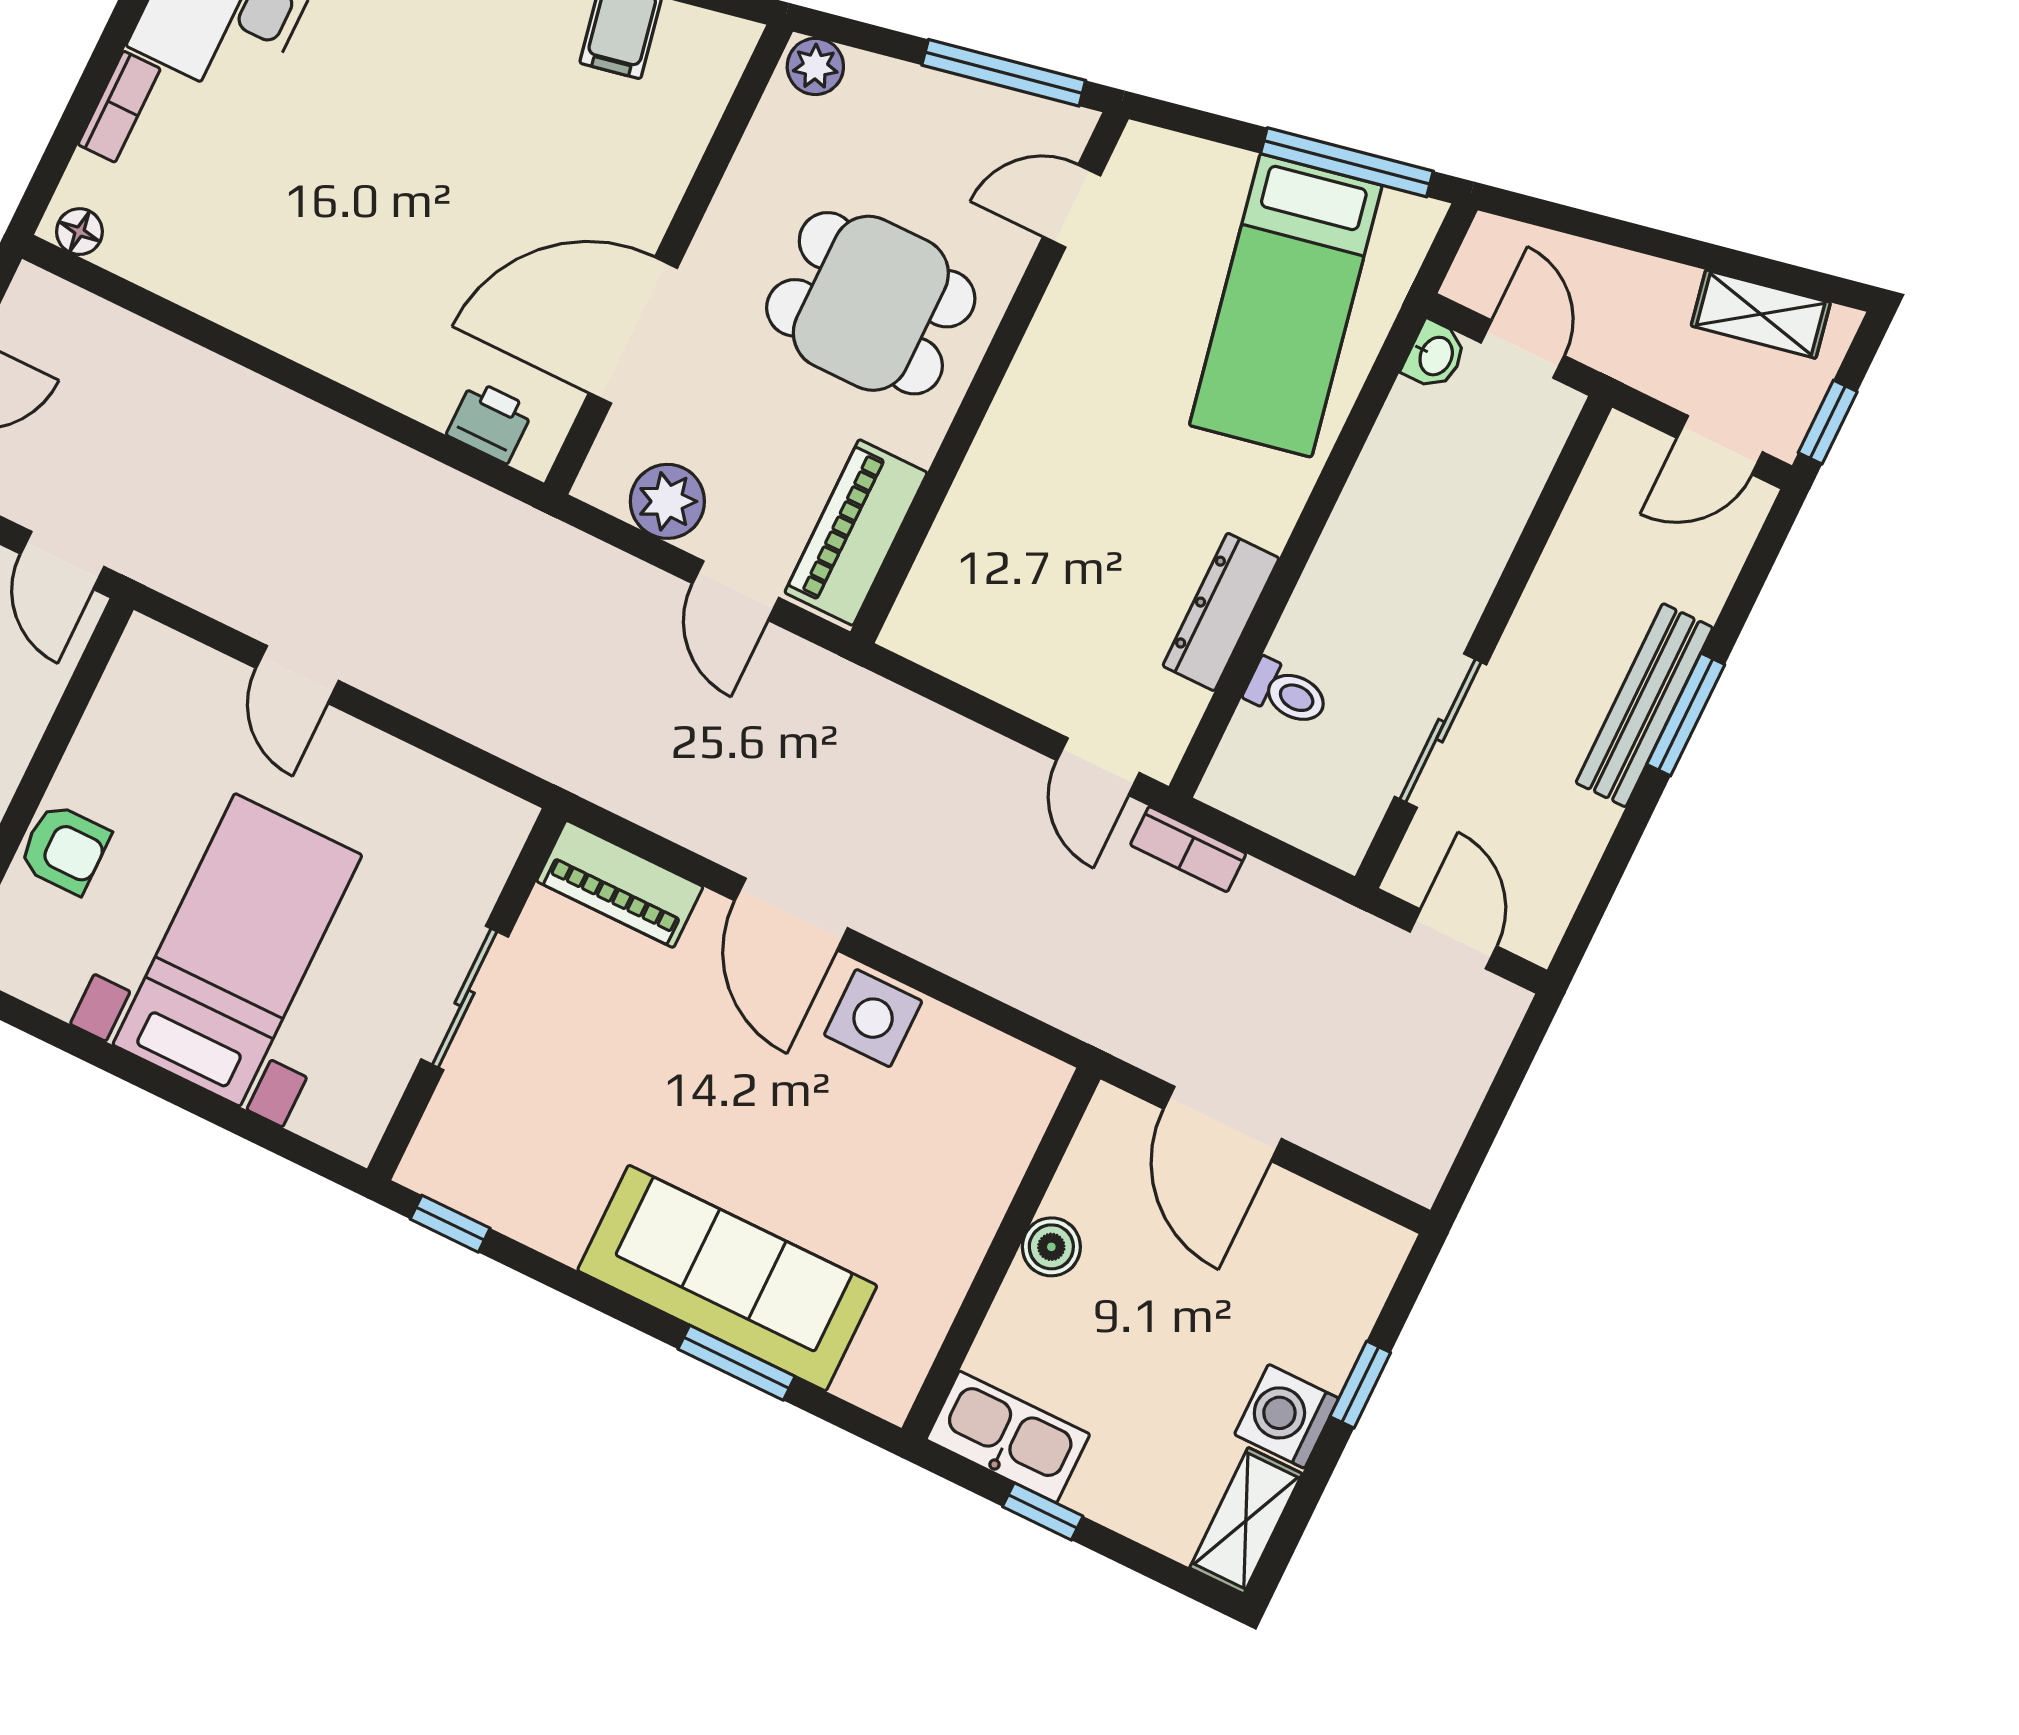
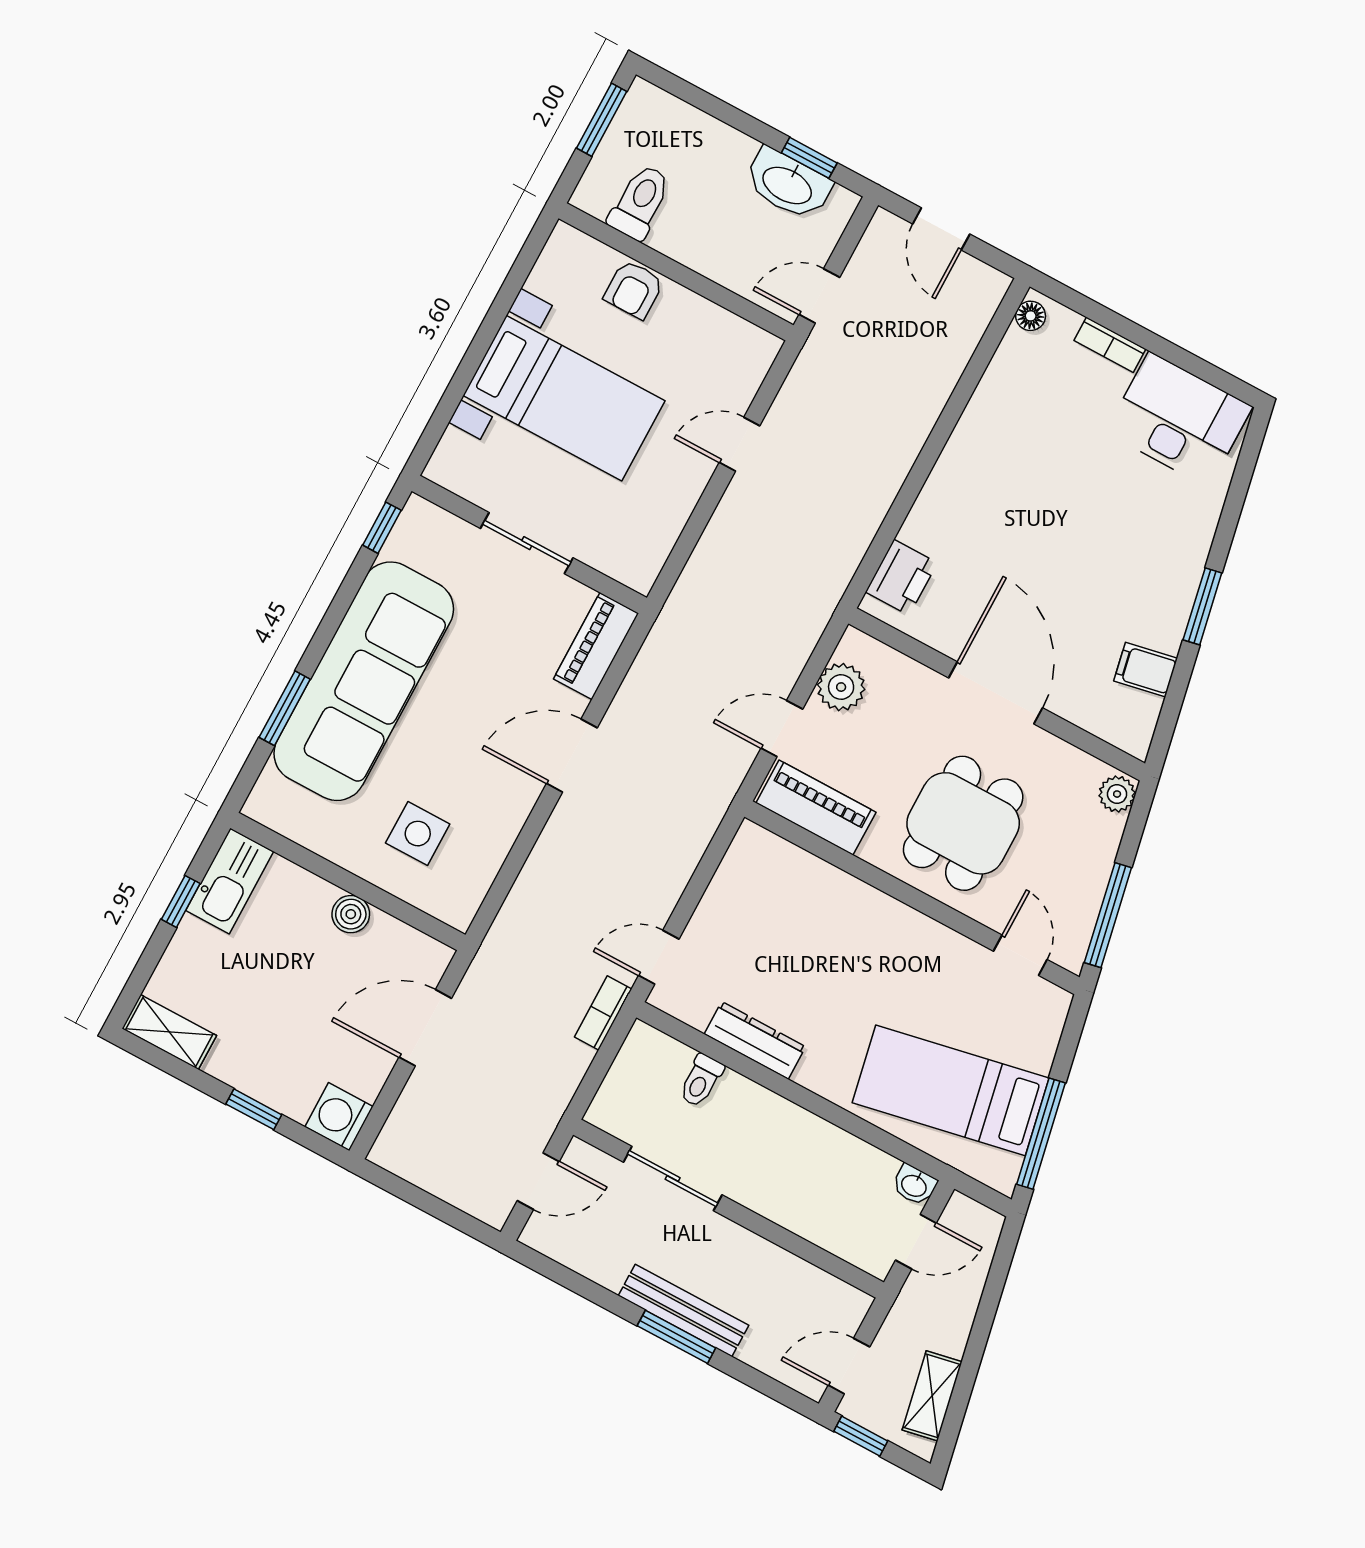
door: (633, 330) -> (996, 693), moved
printer: (490, 422) -> (901, 577), width x1.36, depth x1.24
door: (1720, 445) -> (849, 1366), hinge flipped
side table: (873, 1018) -> (418, 834), moved
sofa: (727, 1278) -> (364, 681), width x1.36, depth x1.27
washing machine: (1287, 1416) -> (339, 1117), moved, turned -90

